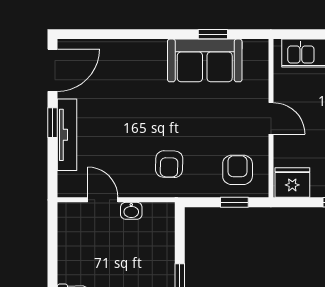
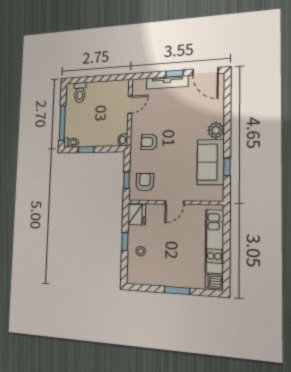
plant: (152, 52) -> (216, 130), added
armchair: (238, 170) -> (145, 182), turned -90
washbasin: (131, 211) -> (123, 140), moved

